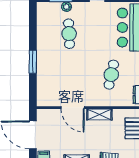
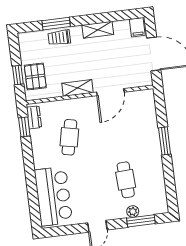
door: (73, 108) -> (110, 92), swing flipped

